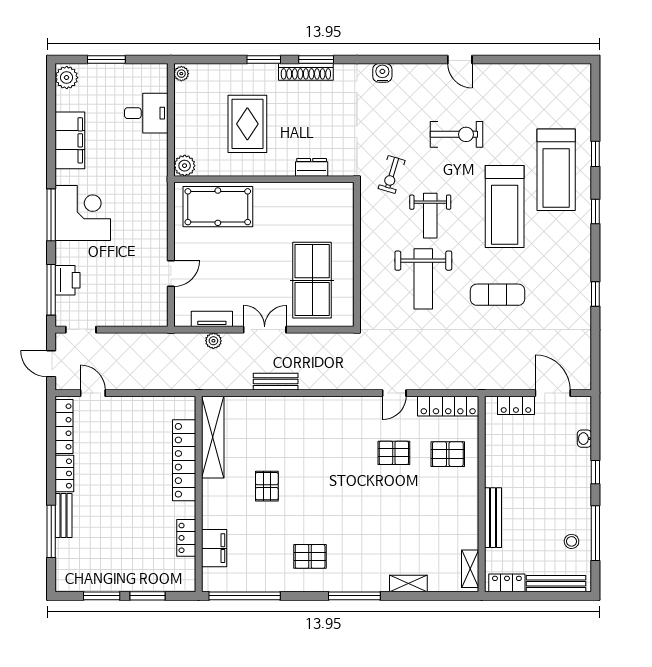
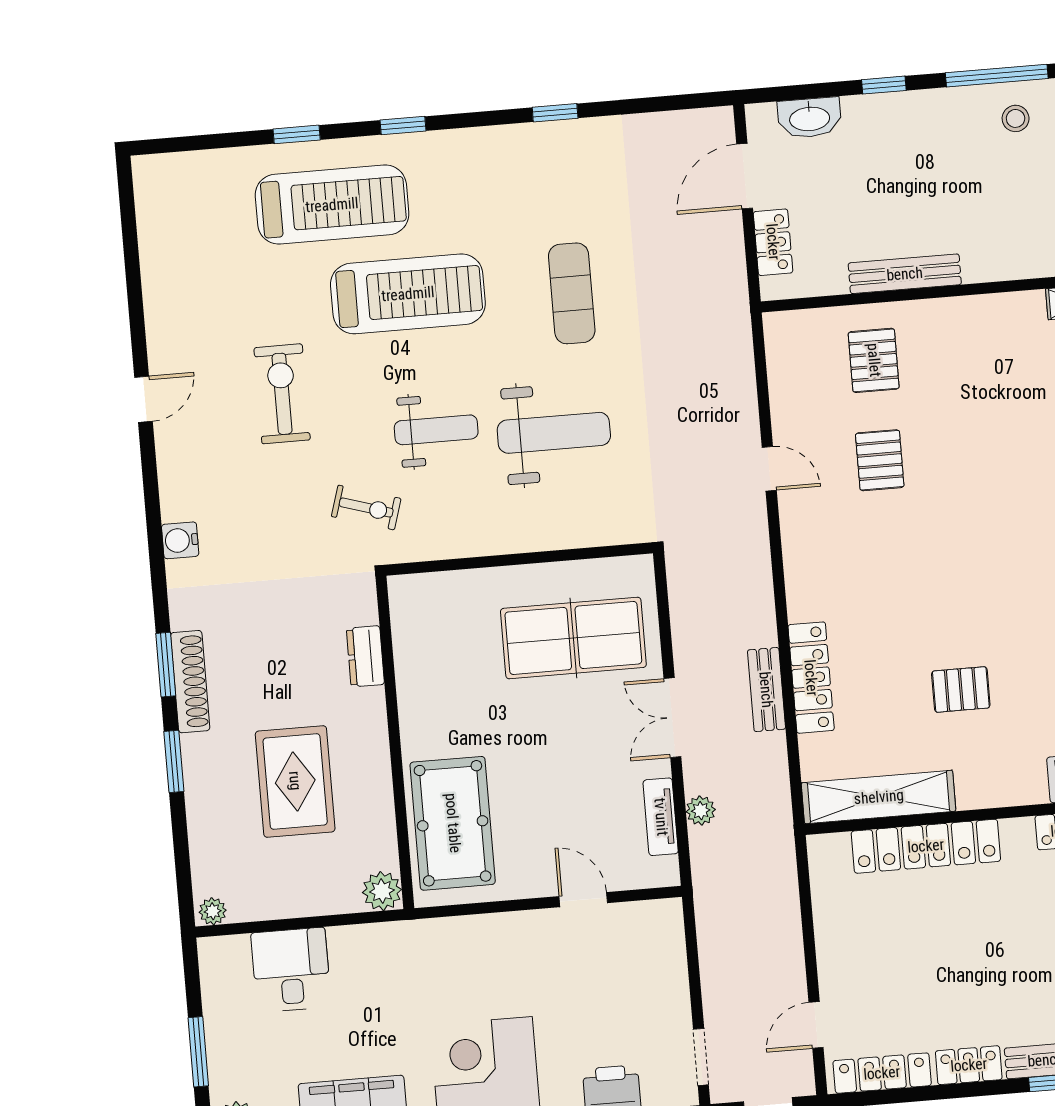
rug: (247, 124) -> (295, 781), turned 90
locker: (448, 406) -> (811, 678), moved
washbasin: (584, 439) -> (809, 118), width x1.91, depth x1.45
bench: (493, 518) -> (905, 274), moved

